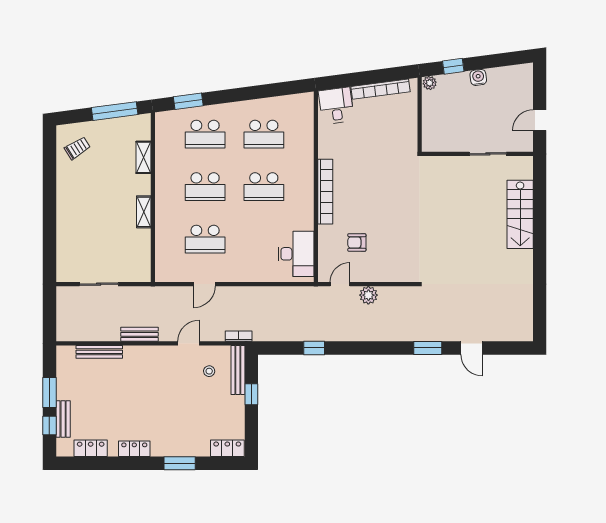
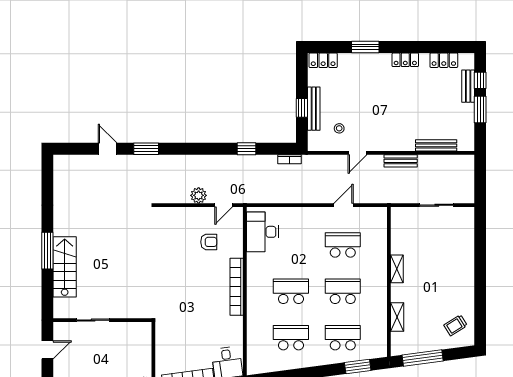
window: (540, 233) -> (47, 251), added
bookcase: (239, 336) -> (289, 159), moved
bench: (238, 370) -> (314, 109), moved

